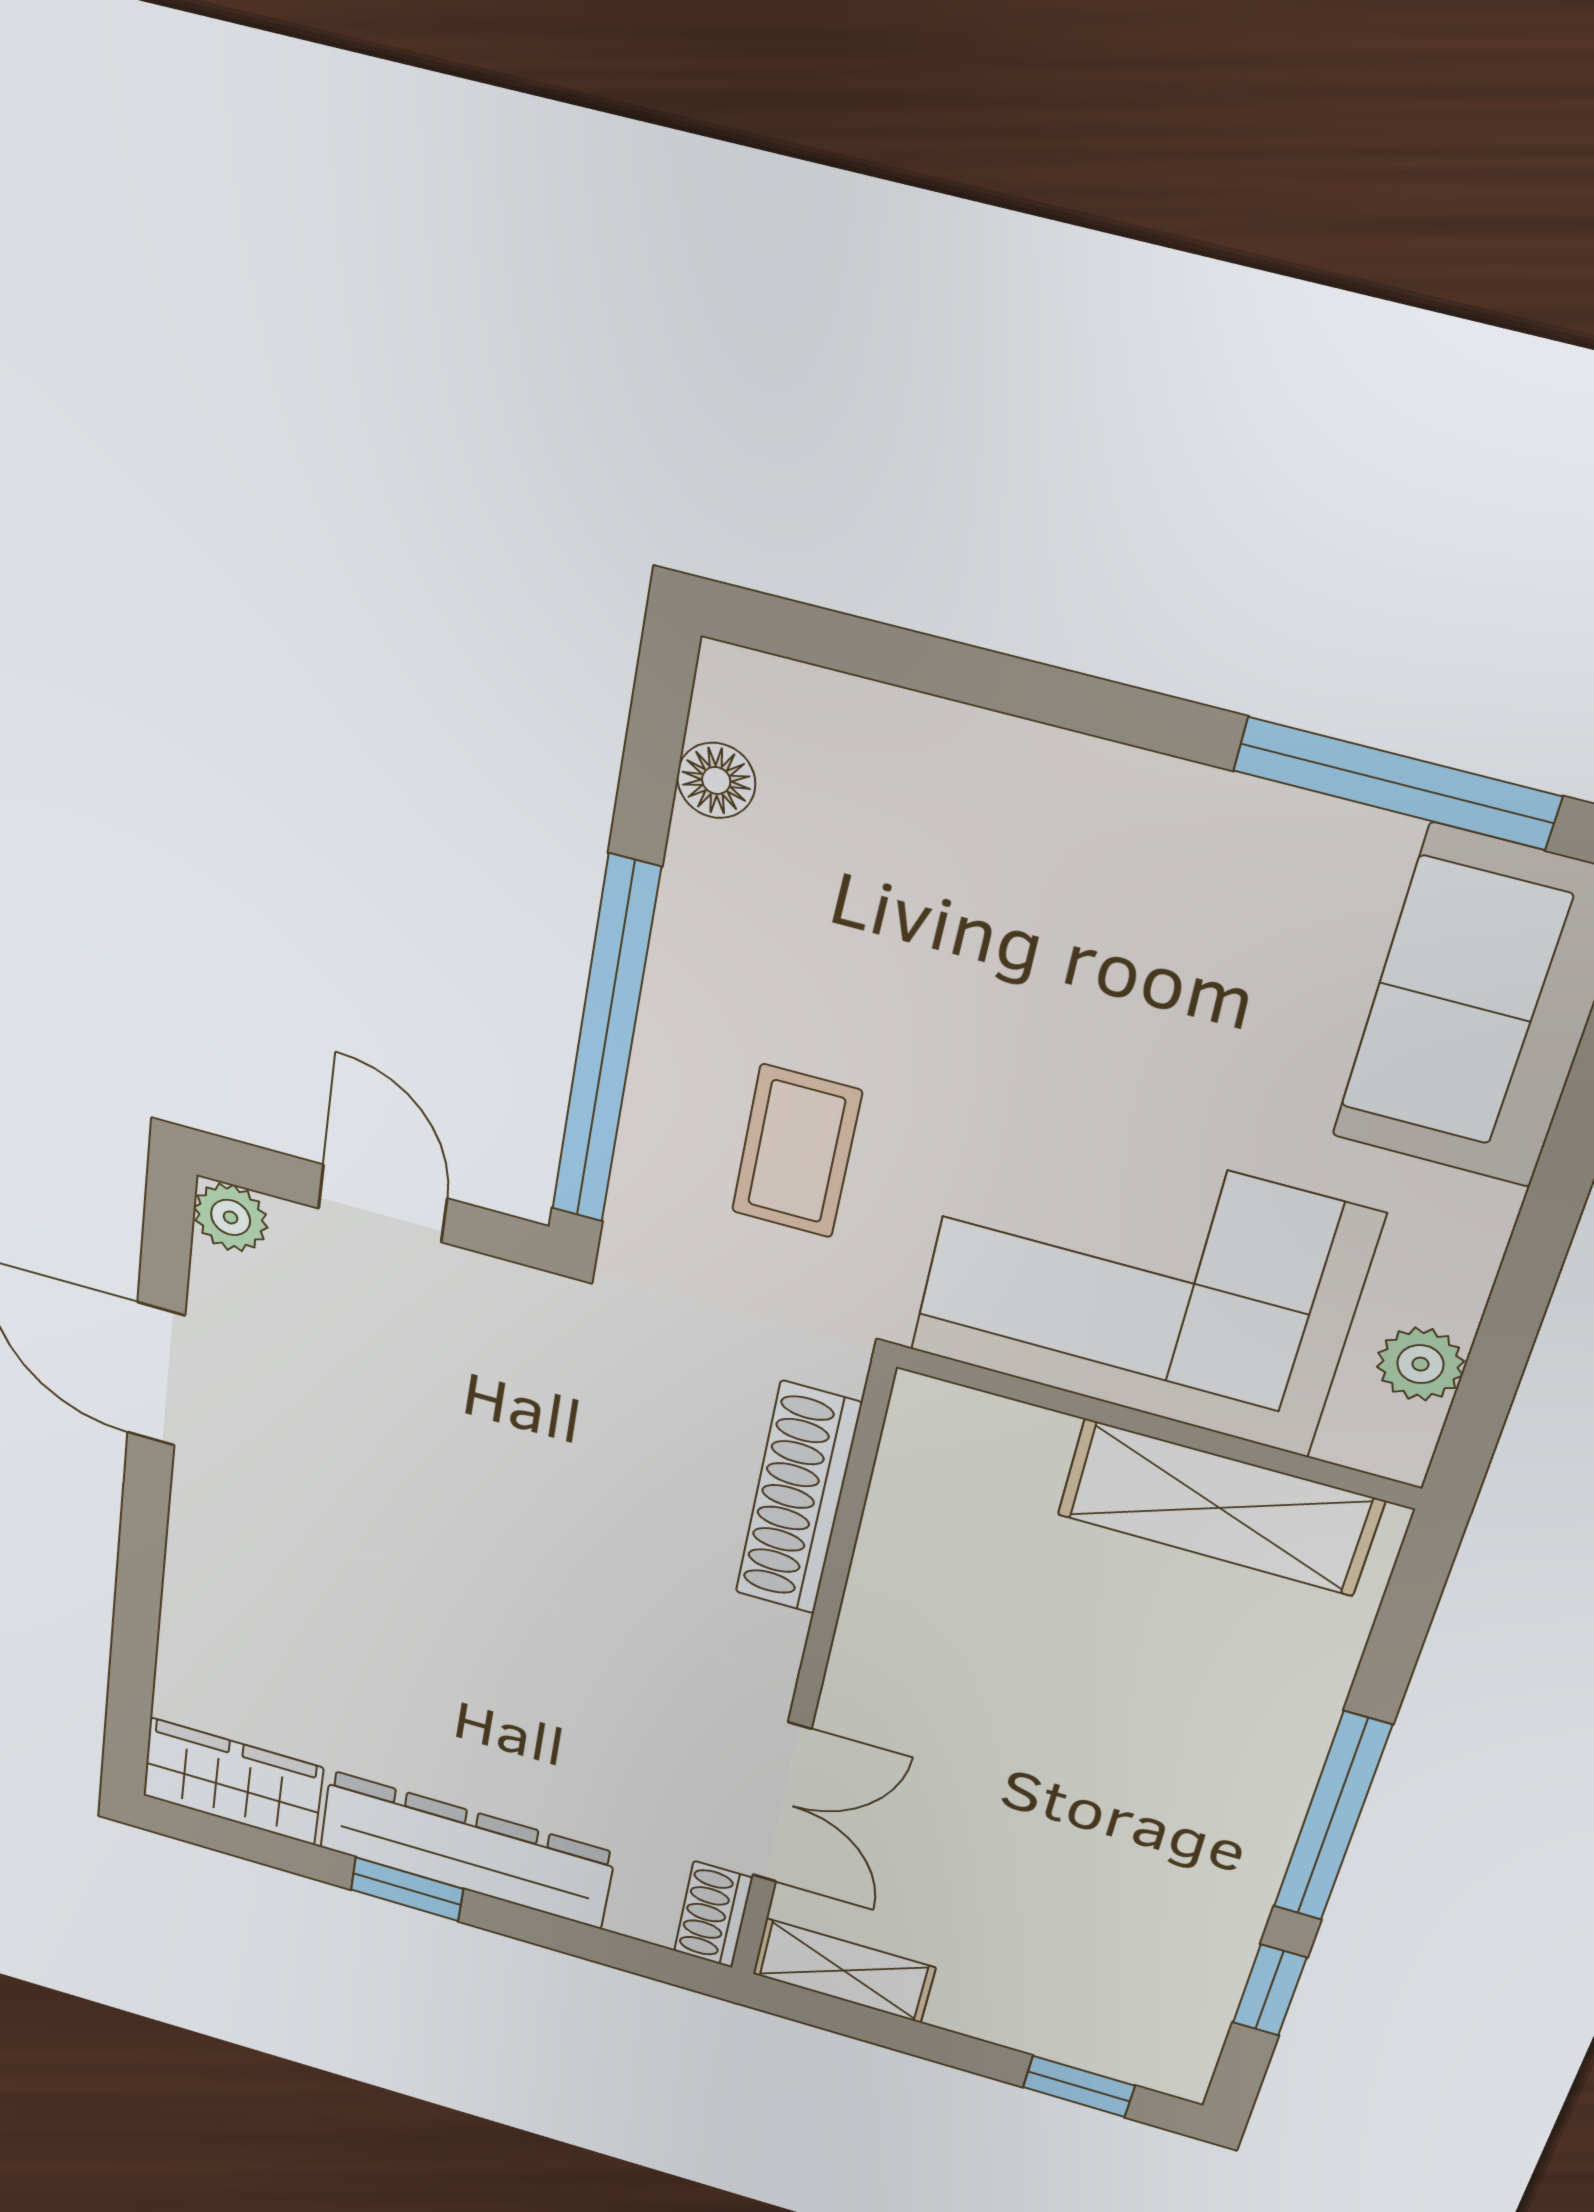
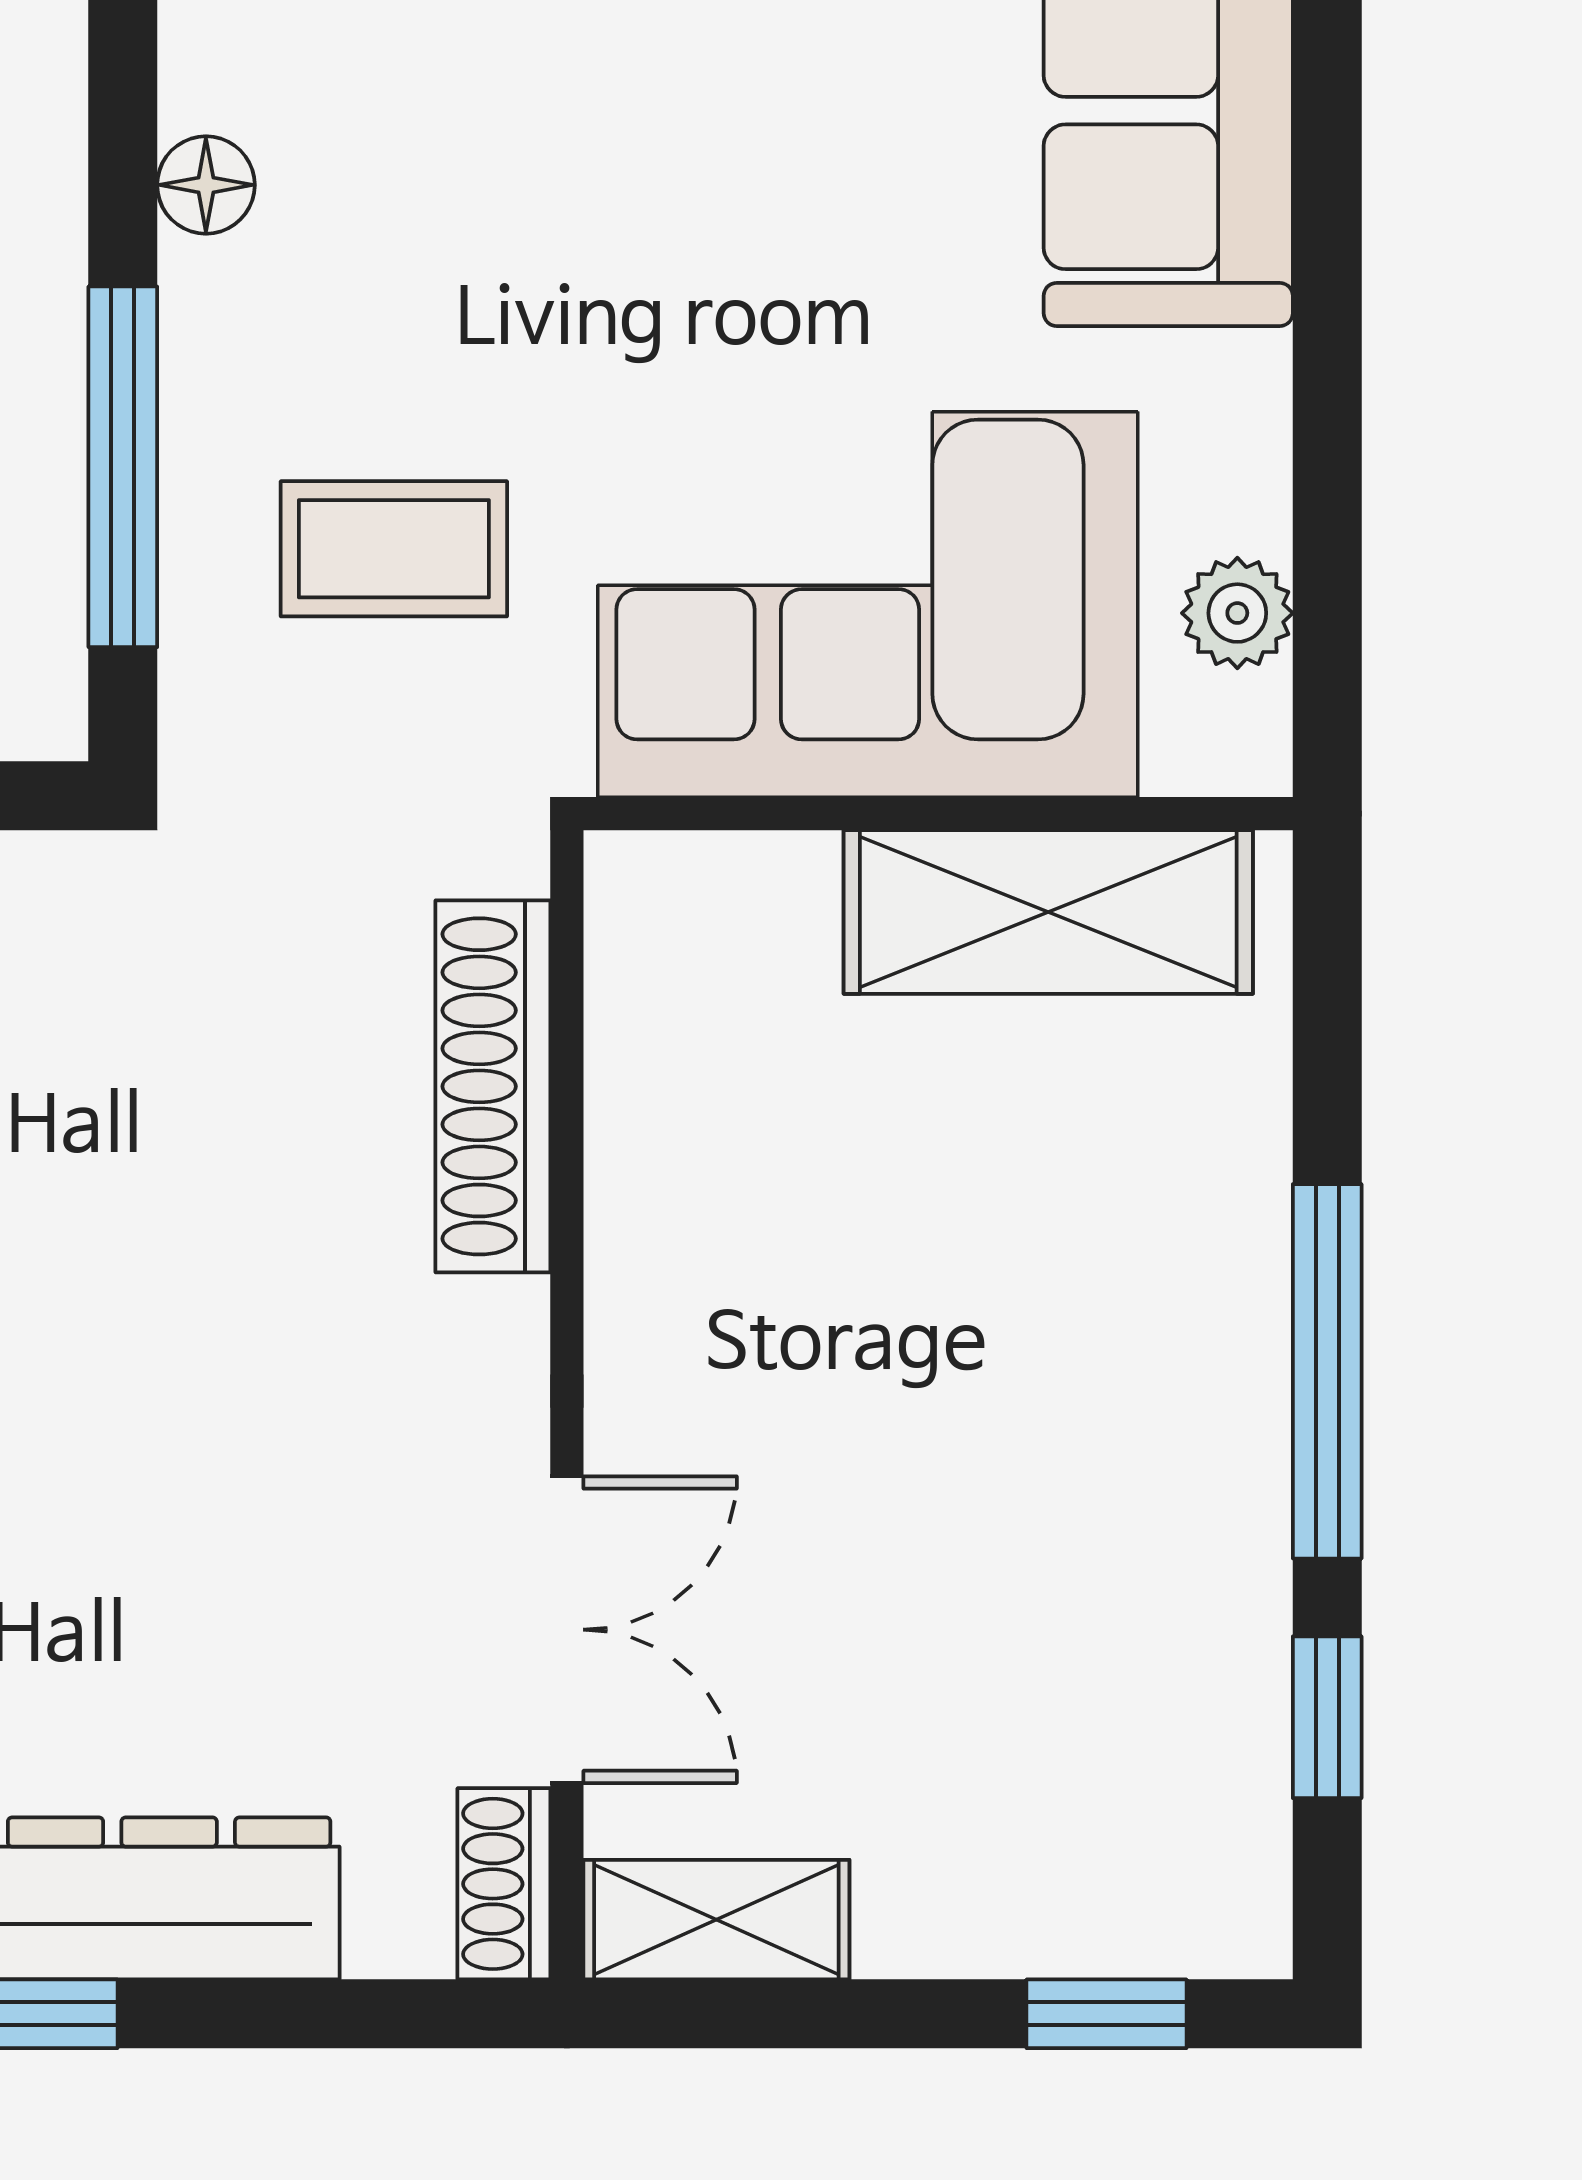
floor lamp: (716, 780) -> (206, 185), moved
window: (605, 1043) -> (123, 467), width x0.68
coffee table: (796, 1151) -> (394, 549), turned 90

